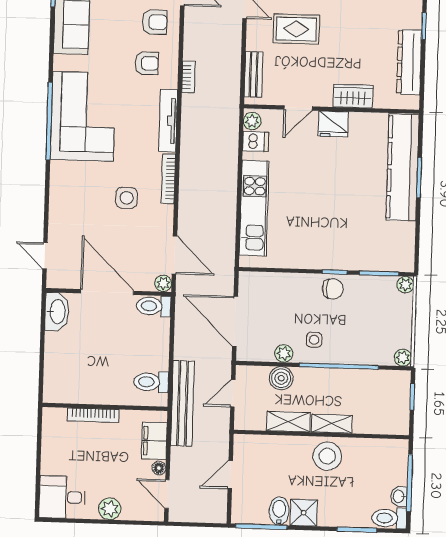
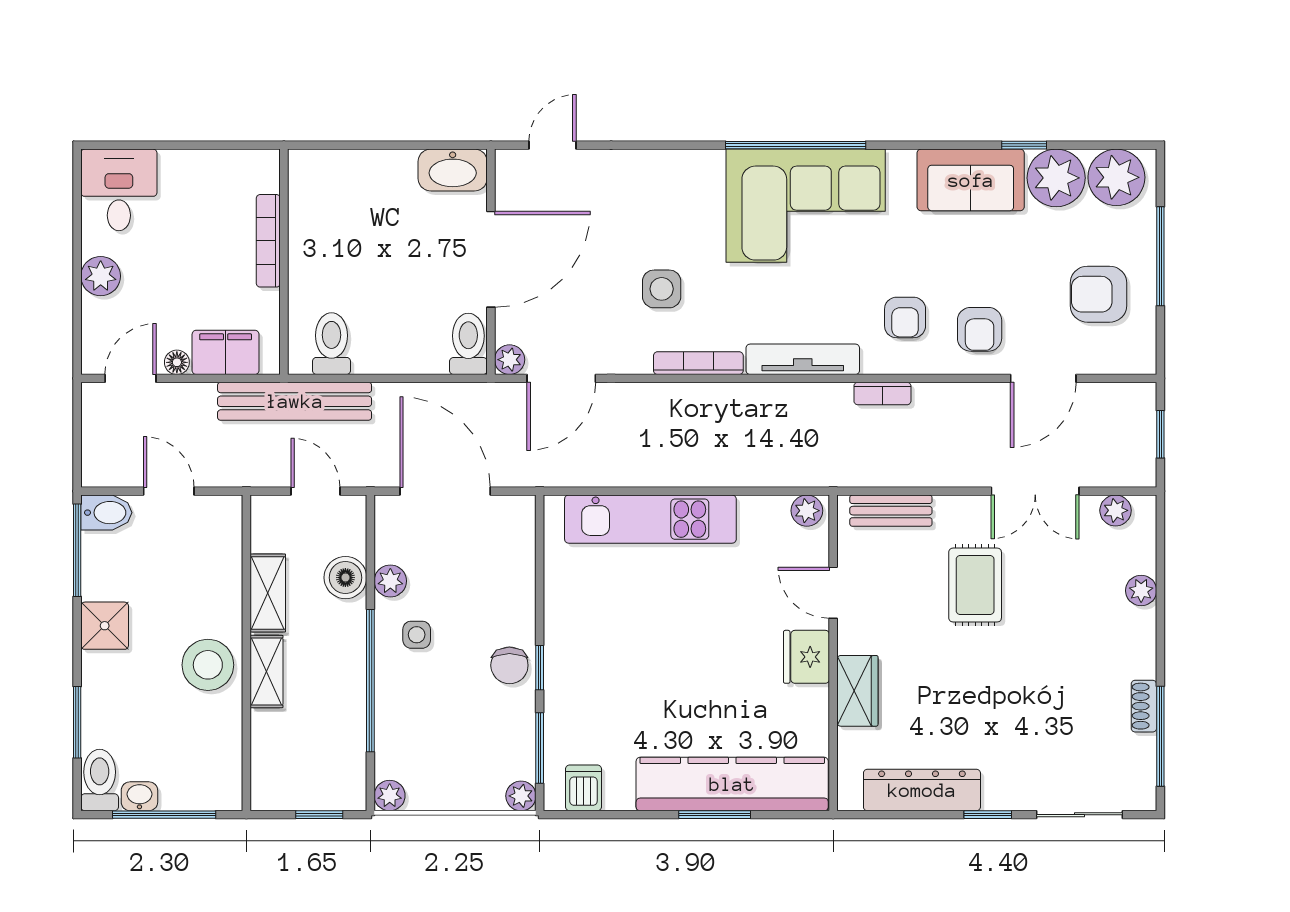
dishwasher: (256, 141) -> (583, 788), moved, turned 180
door: (235, 321) -> (445, 491), hinge flipped
bidet: (279, 511) -> (106, 513), moved

